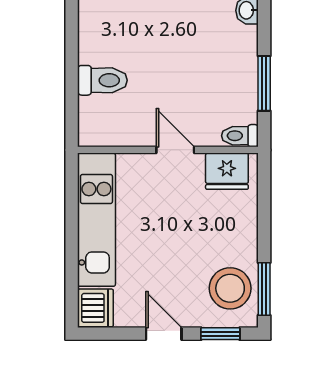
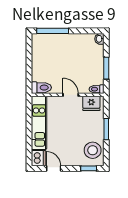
toilet: (102, 80) -> (41, 88), moved
window: (264, 289) -> (106, 129), moved
door: (164, 334) -> (54, 168), moved

